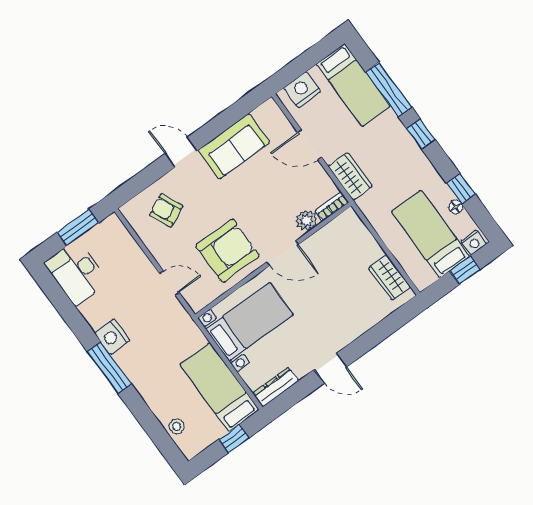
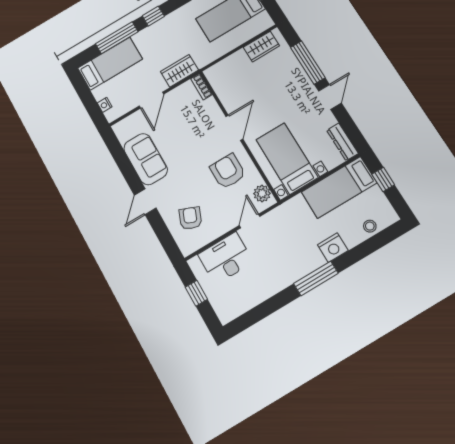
nightstand: (302, 90) -> (105, 105), width x0.53, depth x0.56
armchair: (166, 211) -> (190, 218), turned 137
plant: (306, 220) -> (262, 193), moved
window: (78, 227) -> (196, 293), width x0.67
armchair: (227, 251) -> (228, 171), width x0.73, depth x0.73
desk: (77, 272) -> (226, 258), moved, turned 180
nightstand: (112, 337) -> (333, 248), moved
window: (373, 337) -> (308, 62), added

